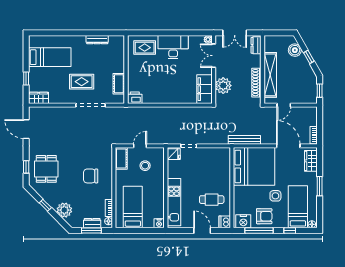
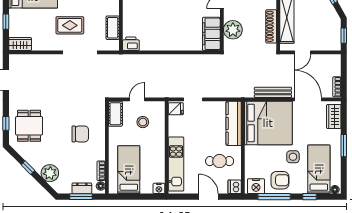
bench: (244, 140) -> (273, 92), moved
kitchen counter: (224, 167) -> (234, 123), added
chair: (91, 176) -> (80, 134), turned 180

